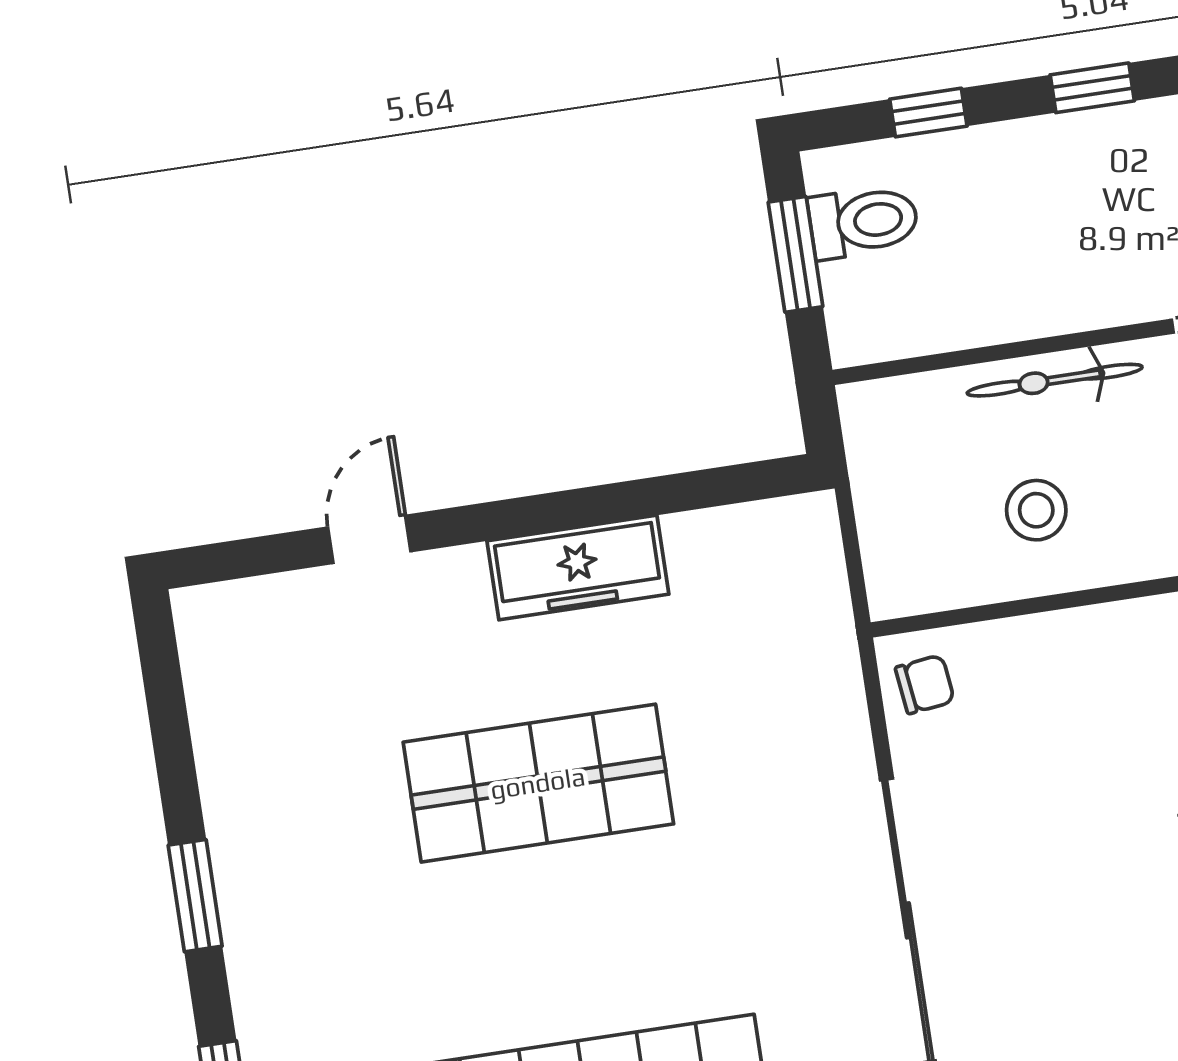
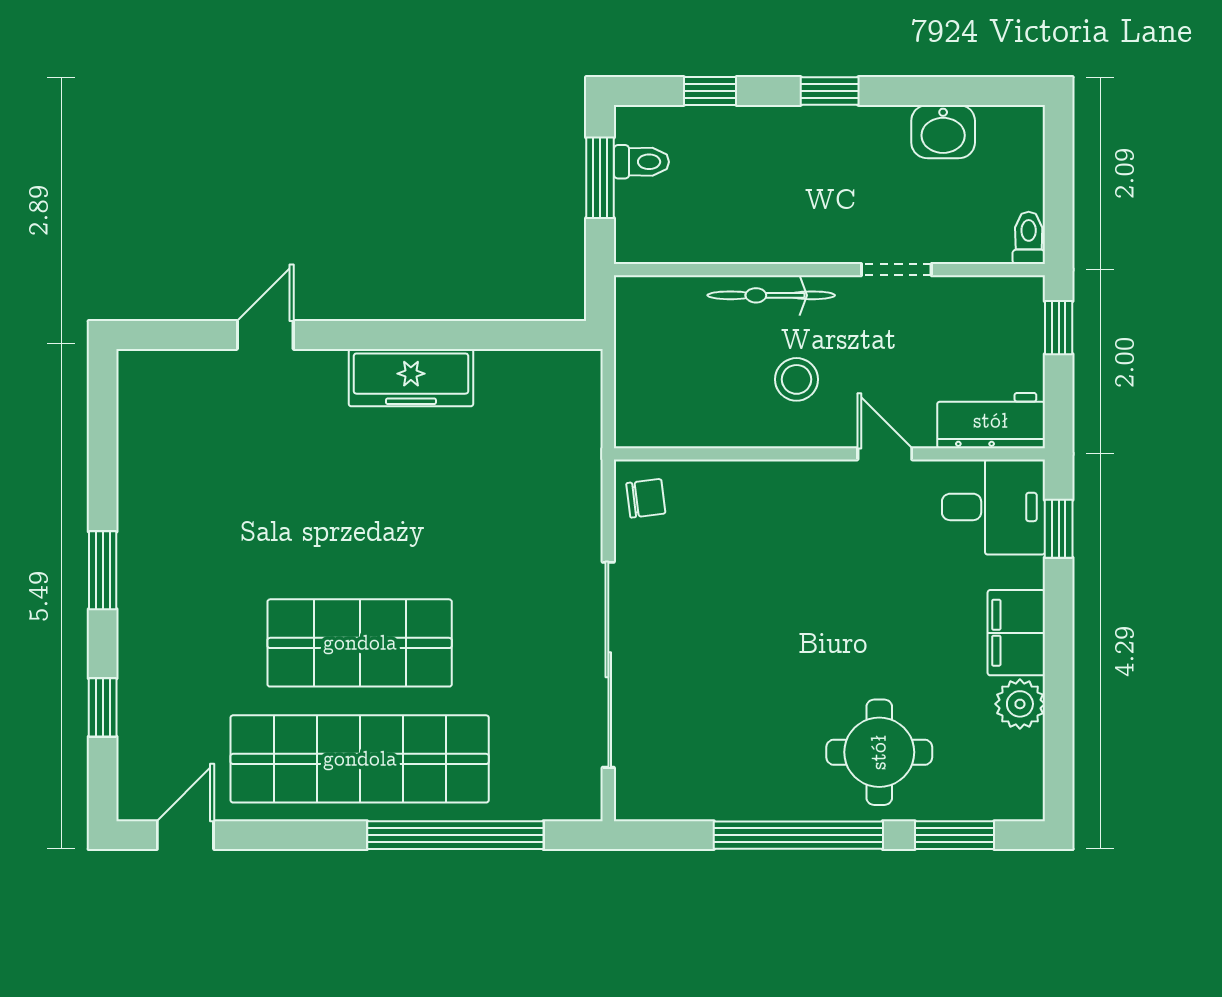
toilet: (863, 222) -> (641, 162), width x0.73, depth x0.72
stool: (1036, 510) -> (797, 379), moved
shop shelf: (538, 783) -> (360, 643), moved

